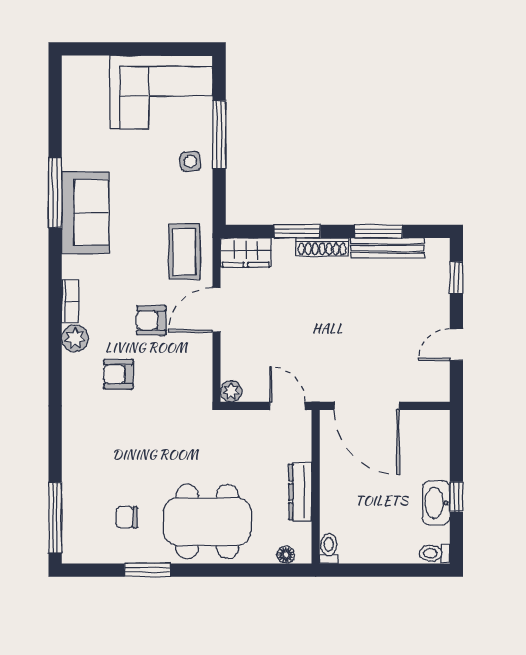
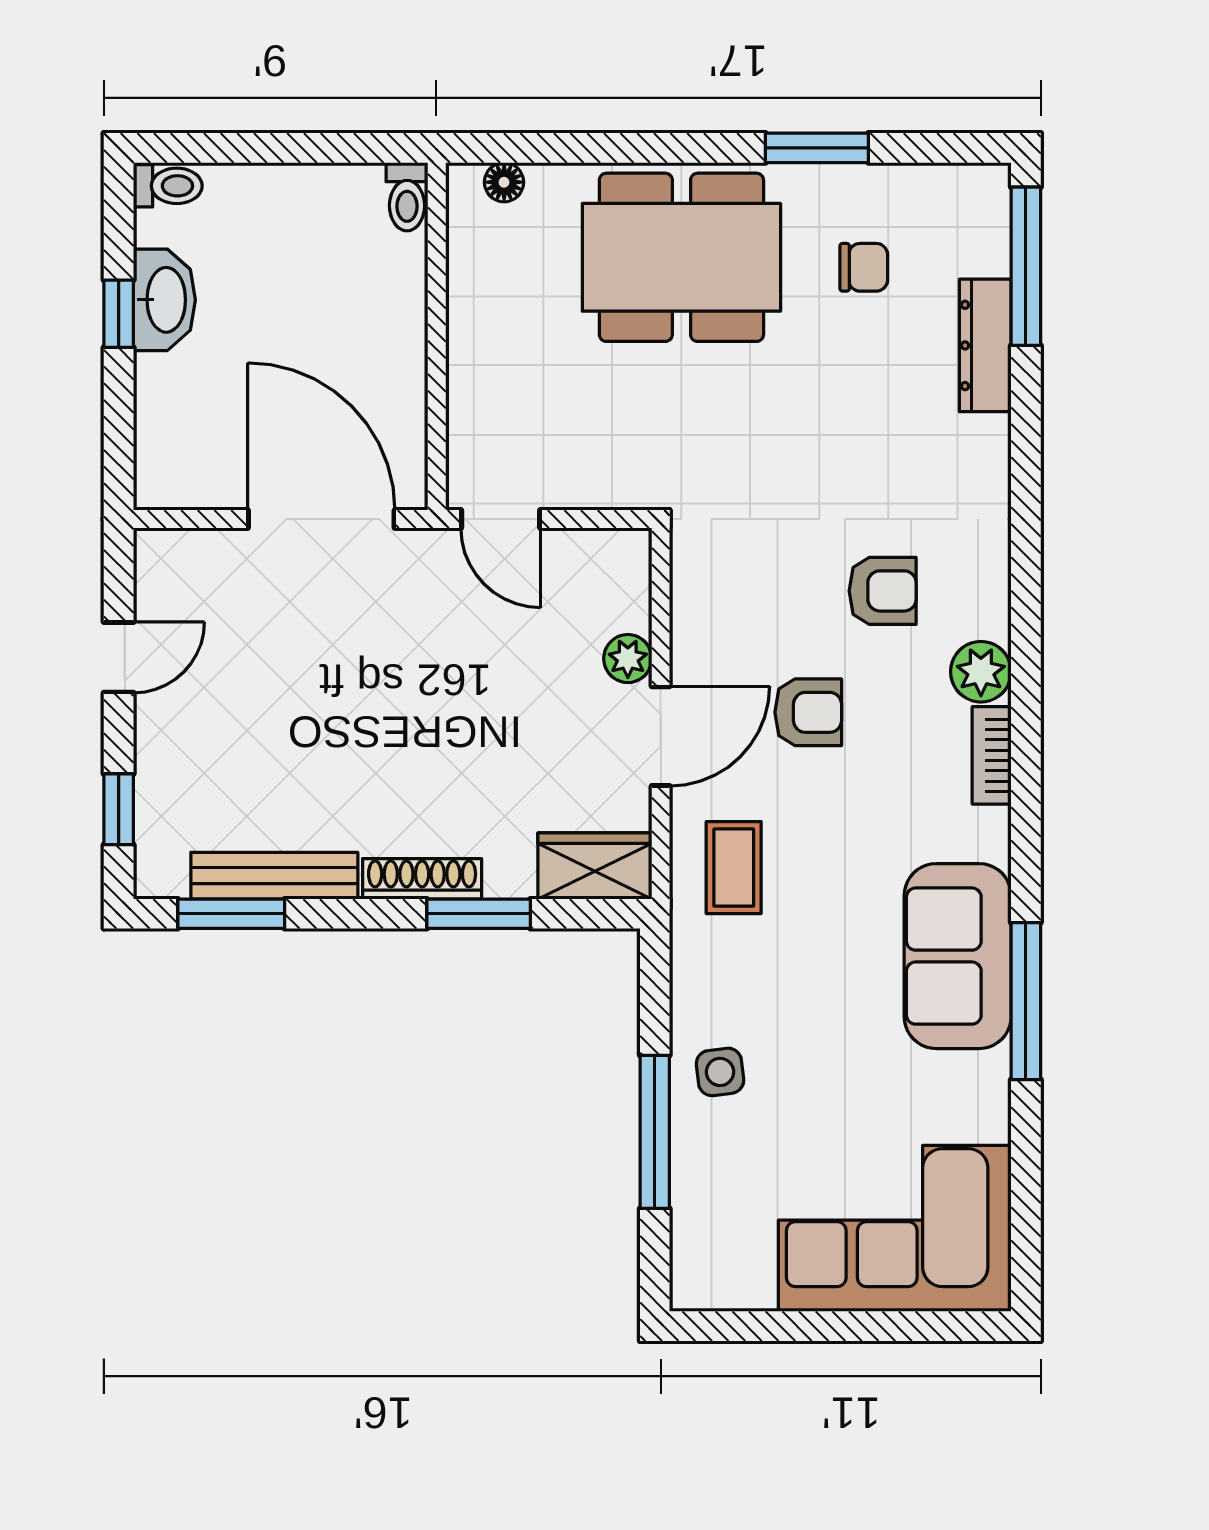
corner sofa: (161, 92) -> (895, 1228), moved
window: (378, 231) -> (231, 914), moved
coffee table: (184, 252) -> (734, 868), width x0.73, depth x0.77
plant: (231, 391) -> (628, 659), moved
dresser: (300, 492) -> (985, 345), moved, turned 180

